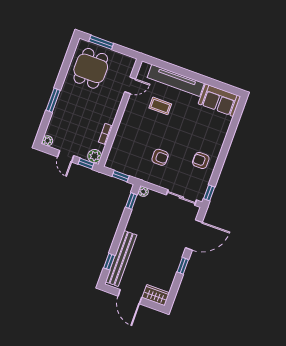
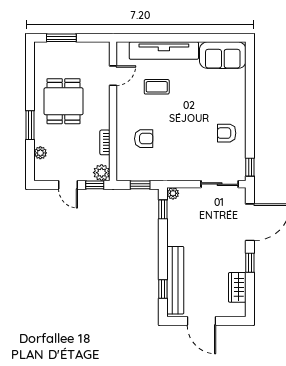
dining table: (91, 68) -> (64, 101), moved
plant: (47, 141) -> (40, 153), moved
armchair: (160, 157) -> (144, 139), moved
wardrobe: (156, 295) -> (237, 287), moved, turned -90

